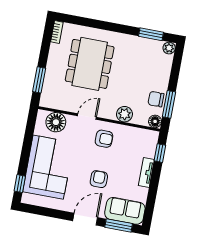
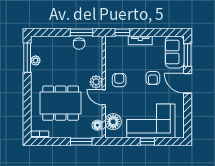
window: (151, 34) -> (27, 58), width x1.44
plant: (169, 48) -> (36, 60), moved
plant: (124, 114) -> (96, 82), moved
floor lamp: (155, 121) -> (97, 125), moved
armchair: (99, 179) -> (153, 78), turned -90
window: (20, 184) -> (147, 142), moved

